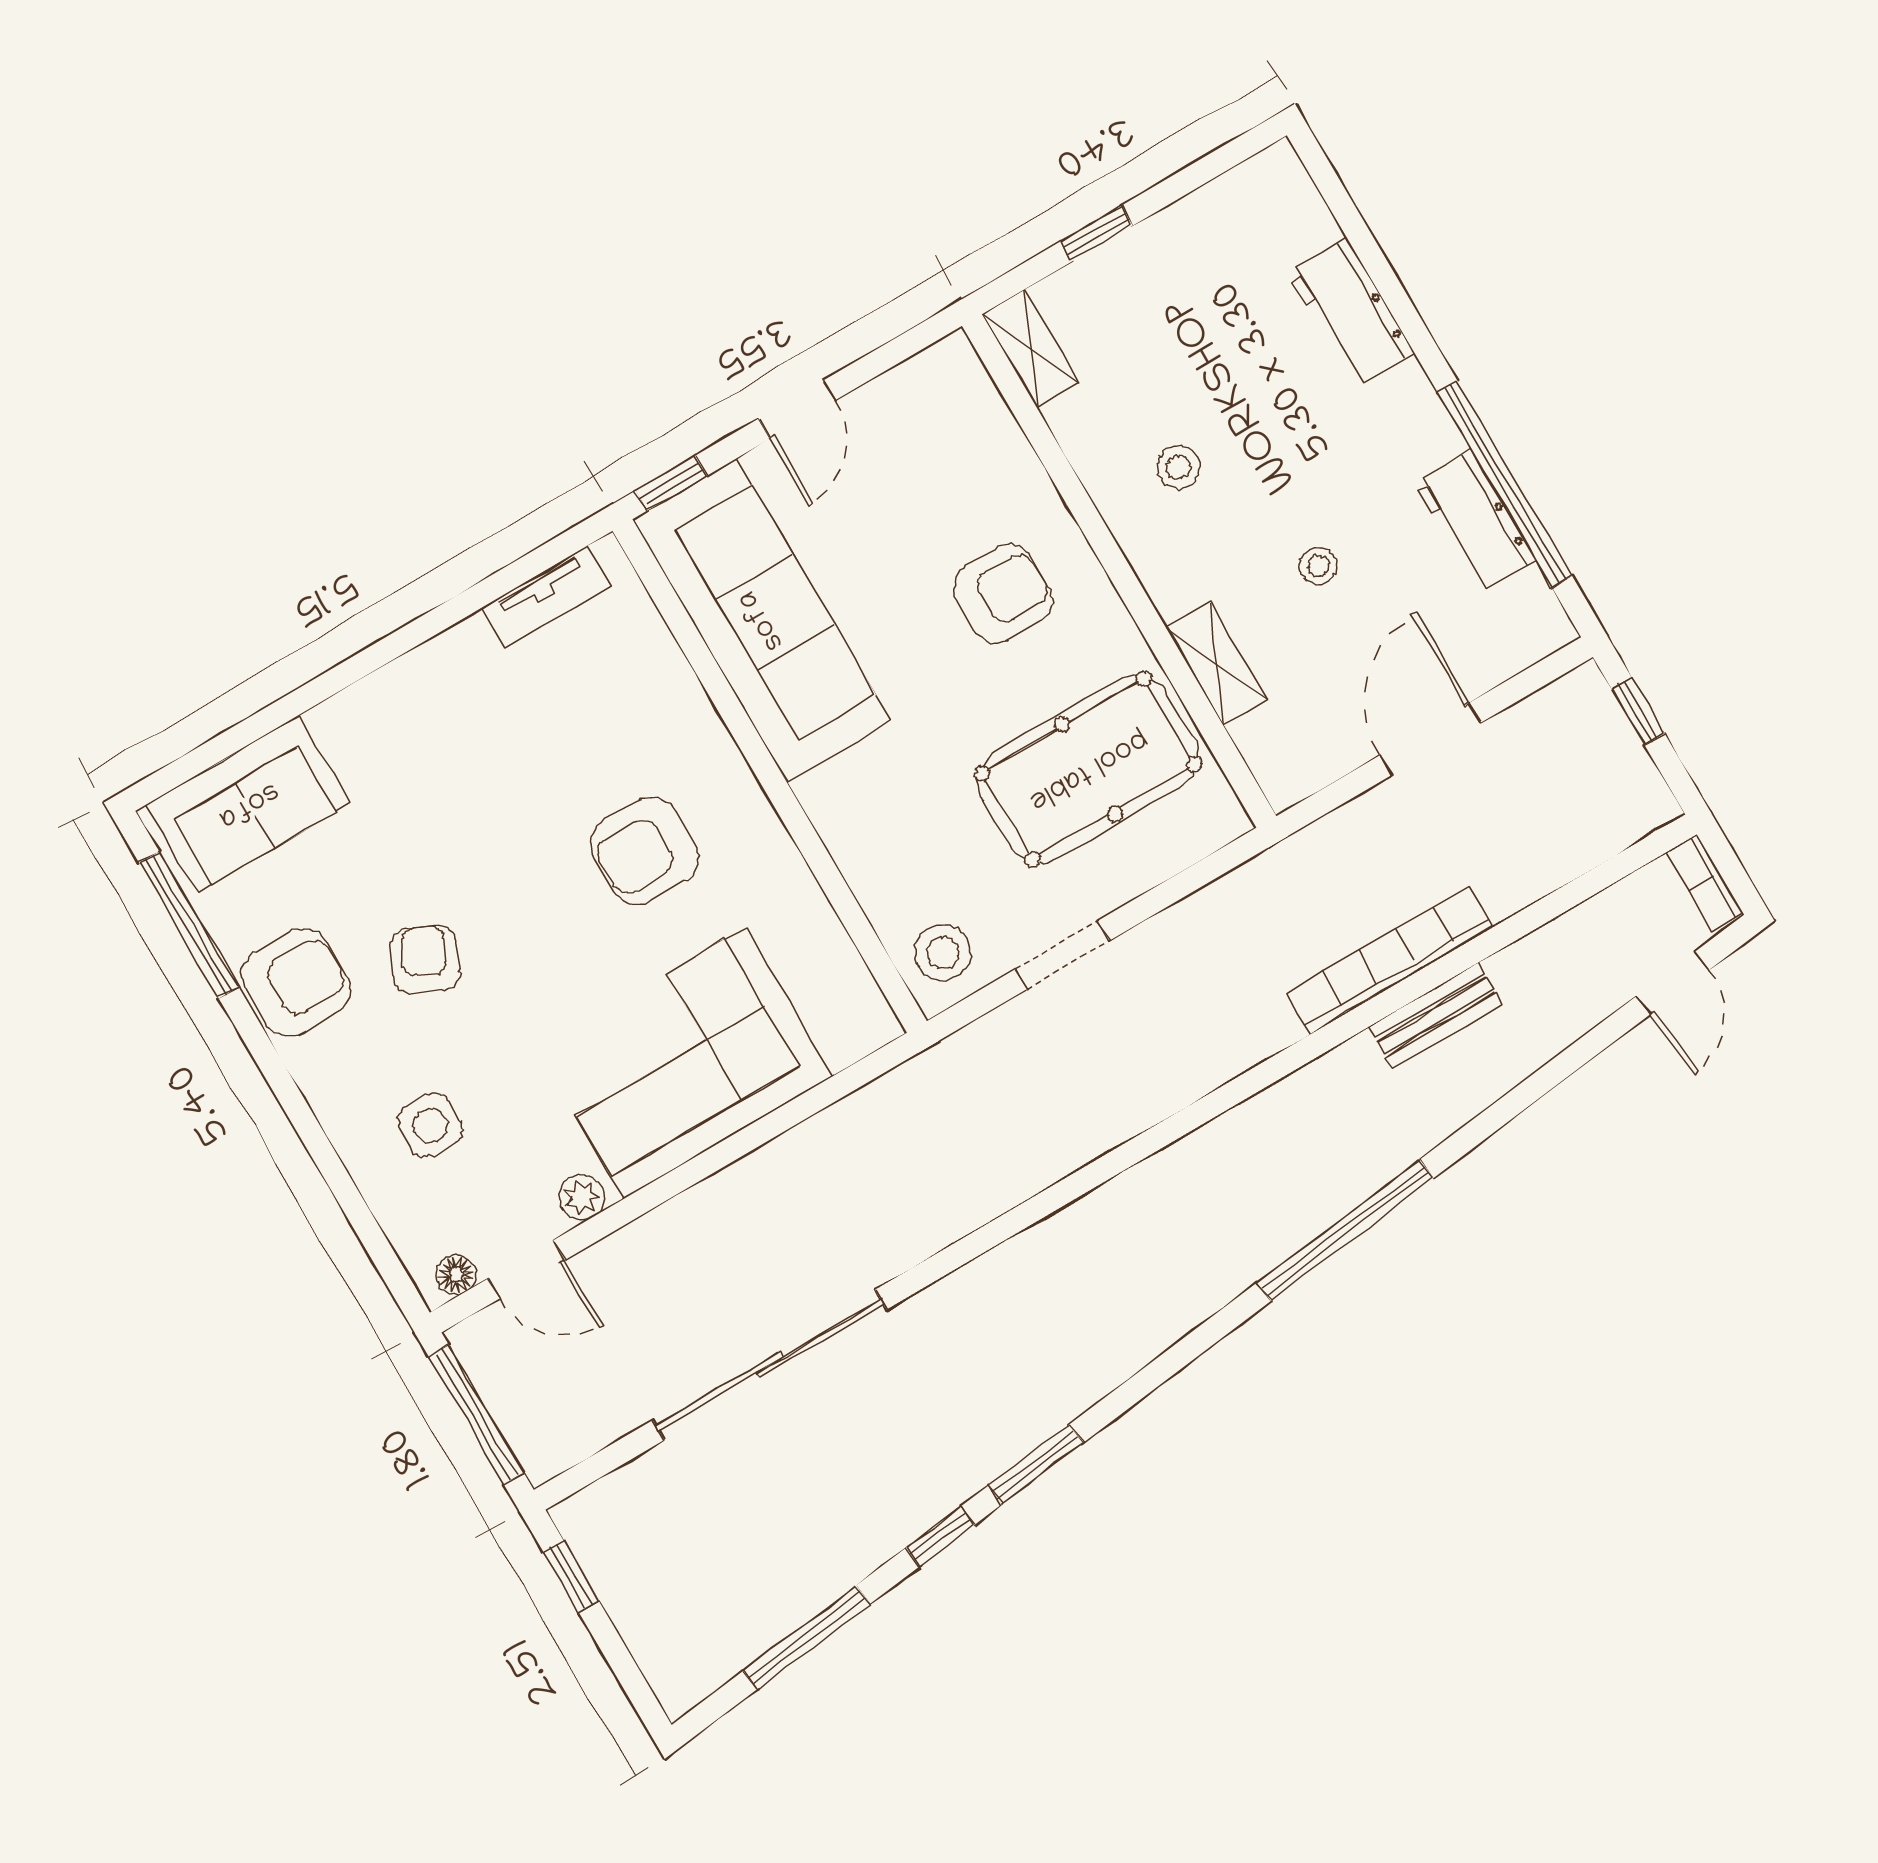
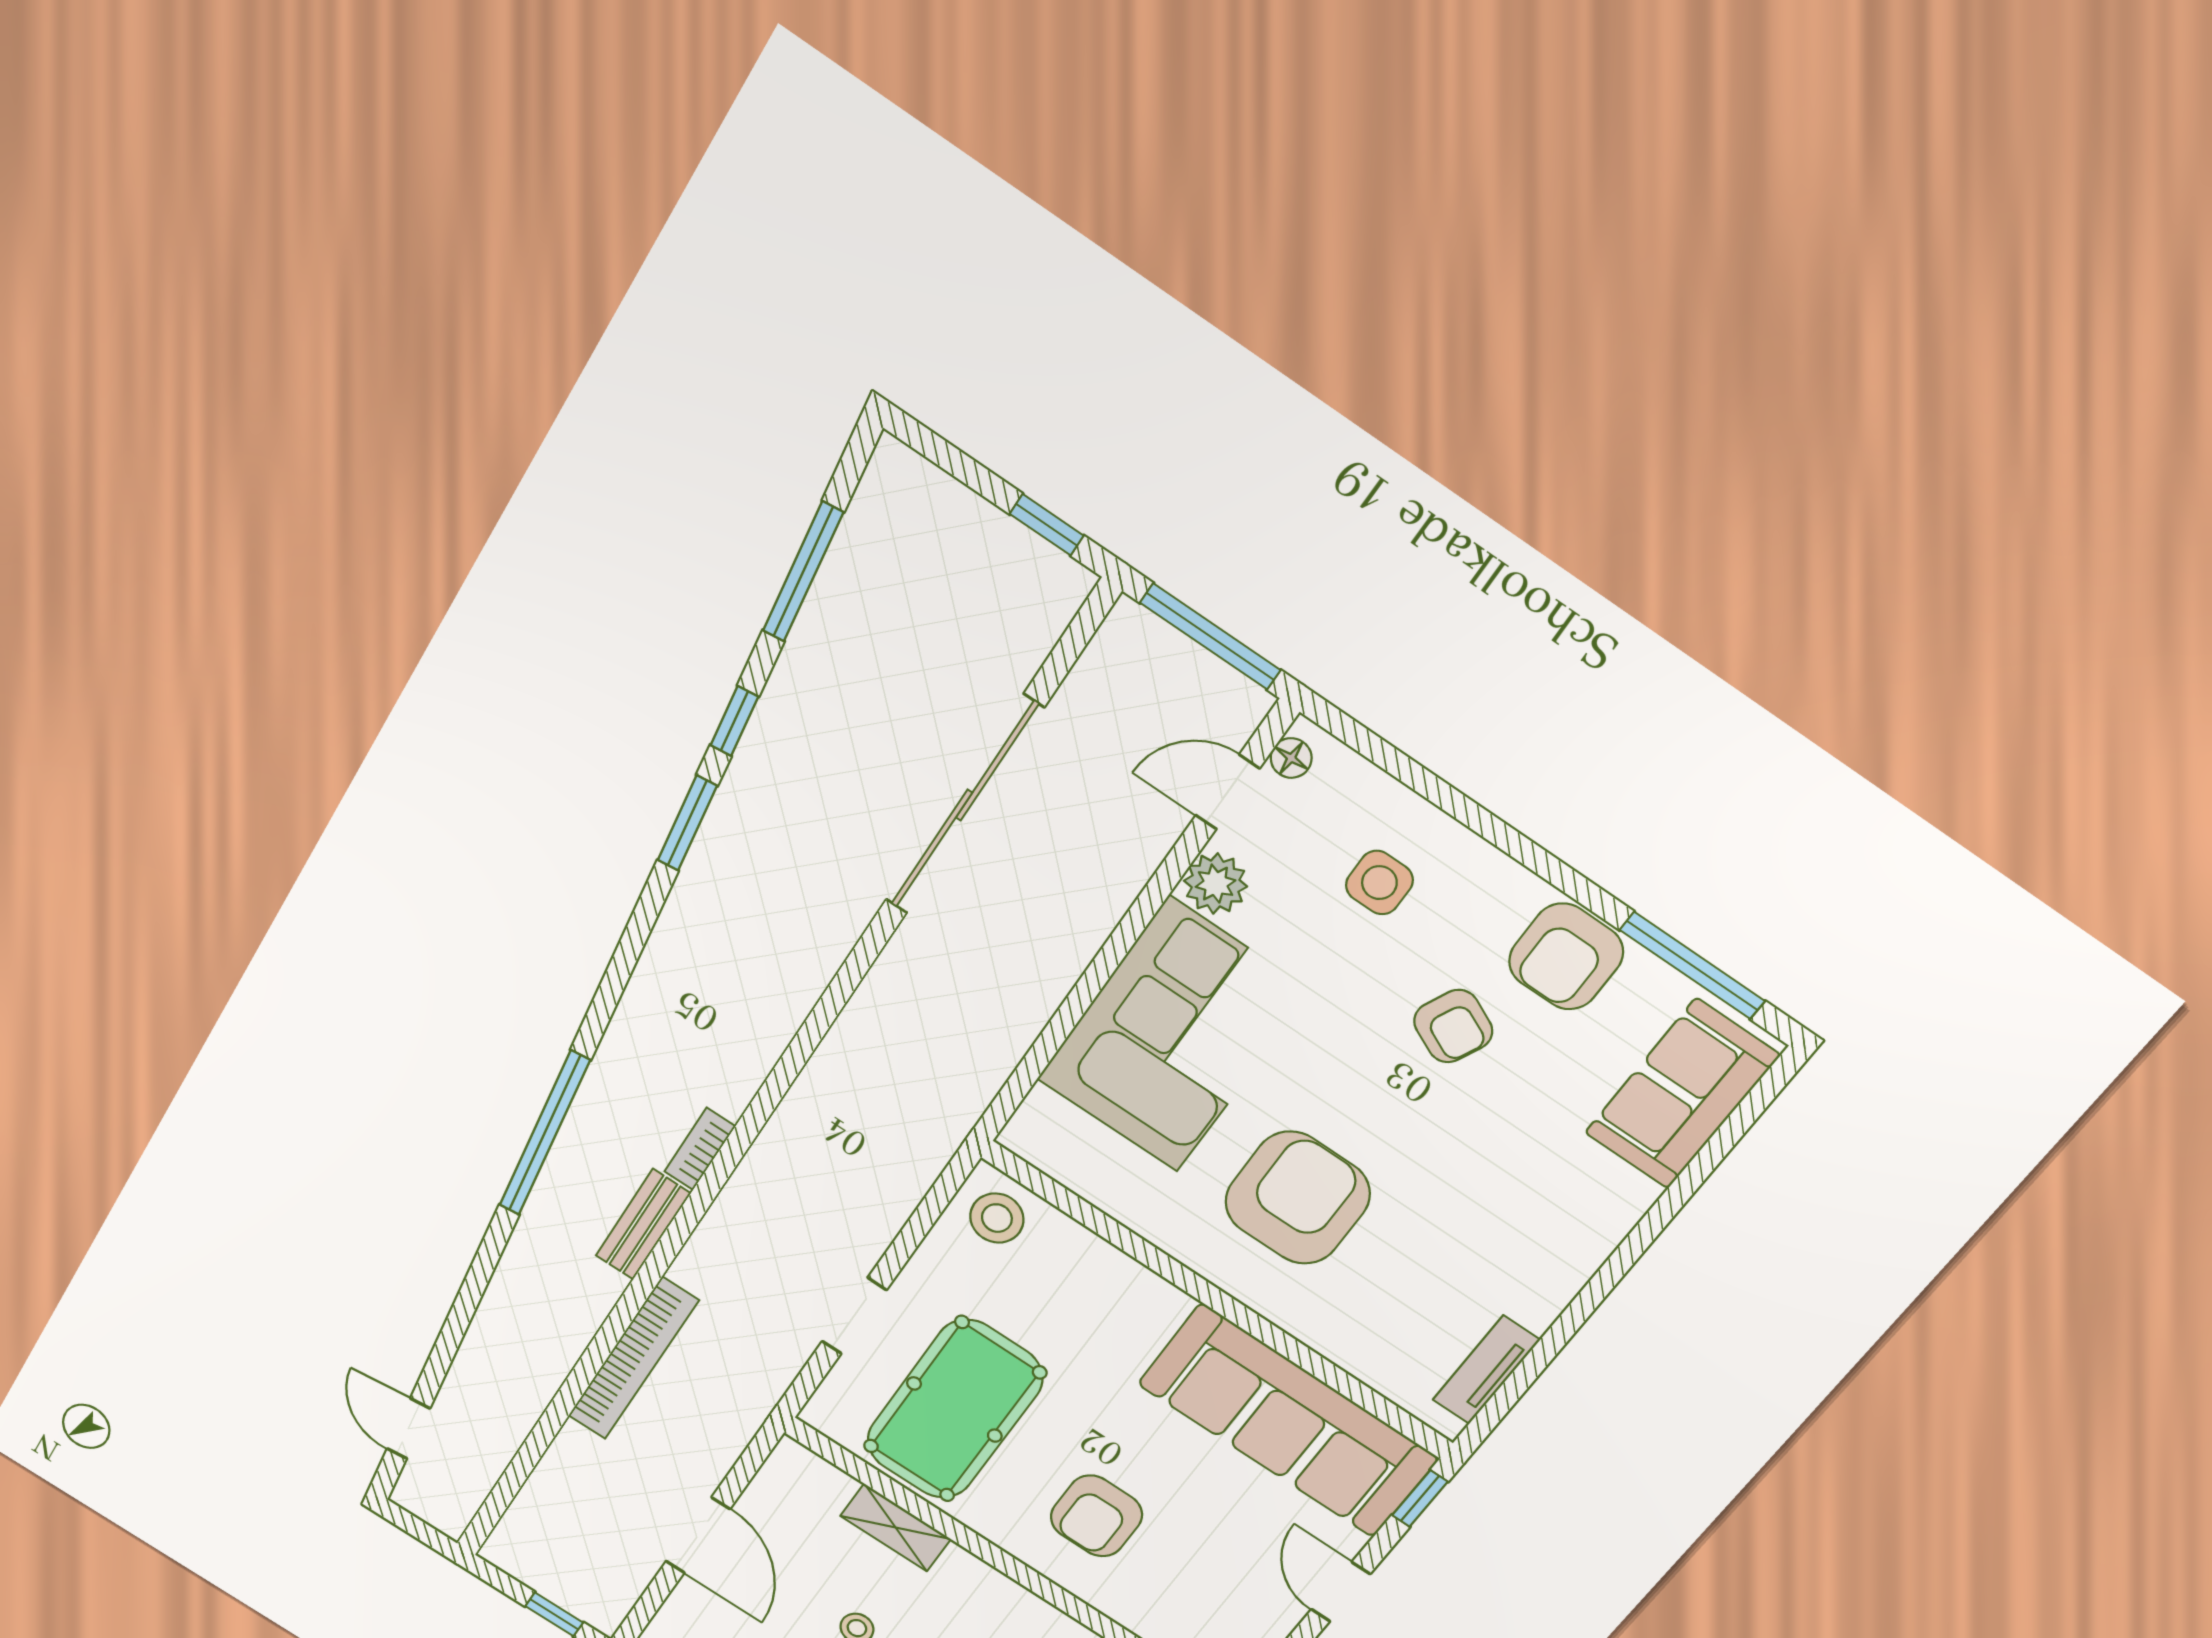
armchair: (645, 851) -> (1298, 1198), width x1.36, depth x1.36
bookcase: (1704, 882) -> (700, 1149), moved, turned -90
doorway: (1062, 955) -> (854, 1316), moved
bench: (1435, 1015) -> (643, 1225), moved
plant: (582, 1197) -> (1215, 884), width x1.38, depth x1.38

